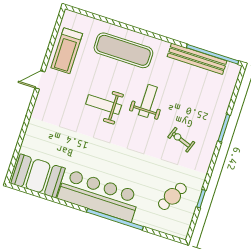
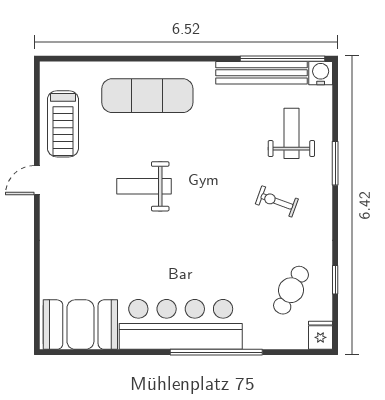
water cooler: (233, 71) -> (321, 73), added
weight bench: (148, 101) -> (291, 133), moved
fridge: (181, 229) -> (320, 335), added

